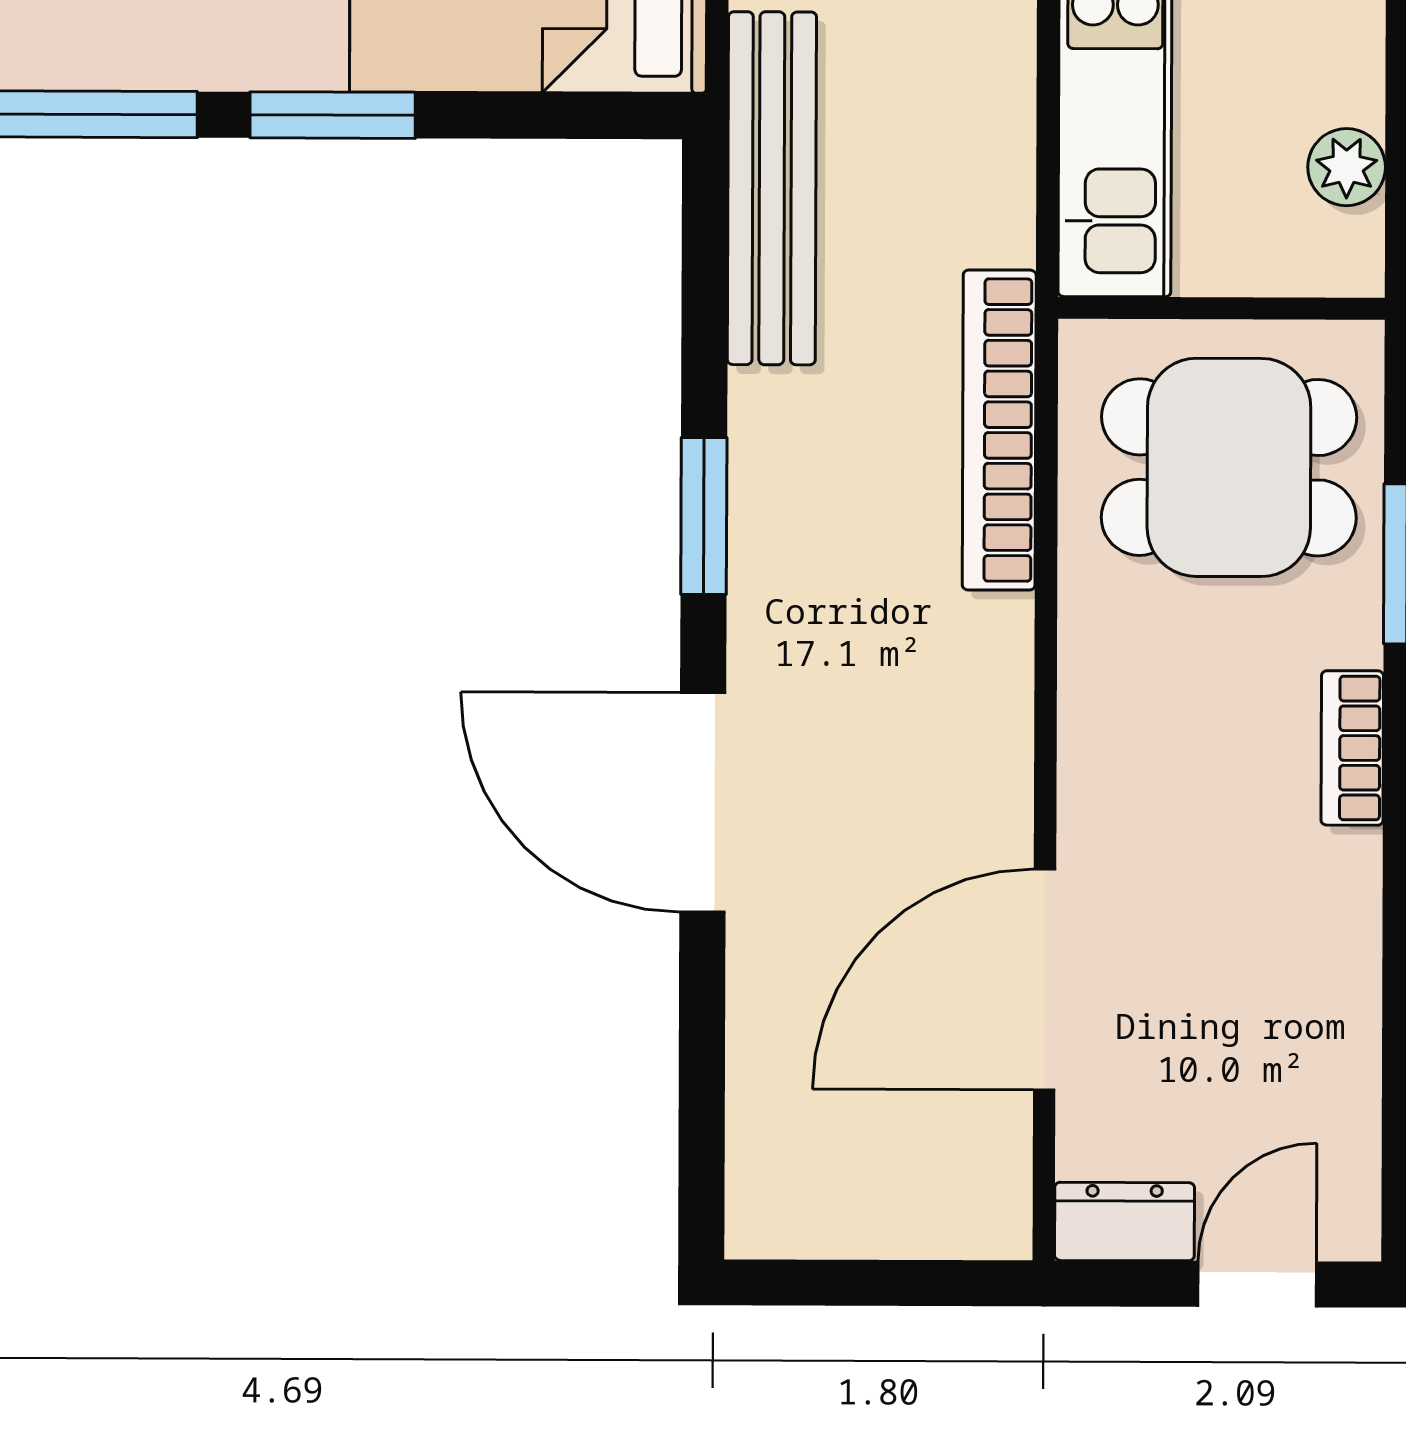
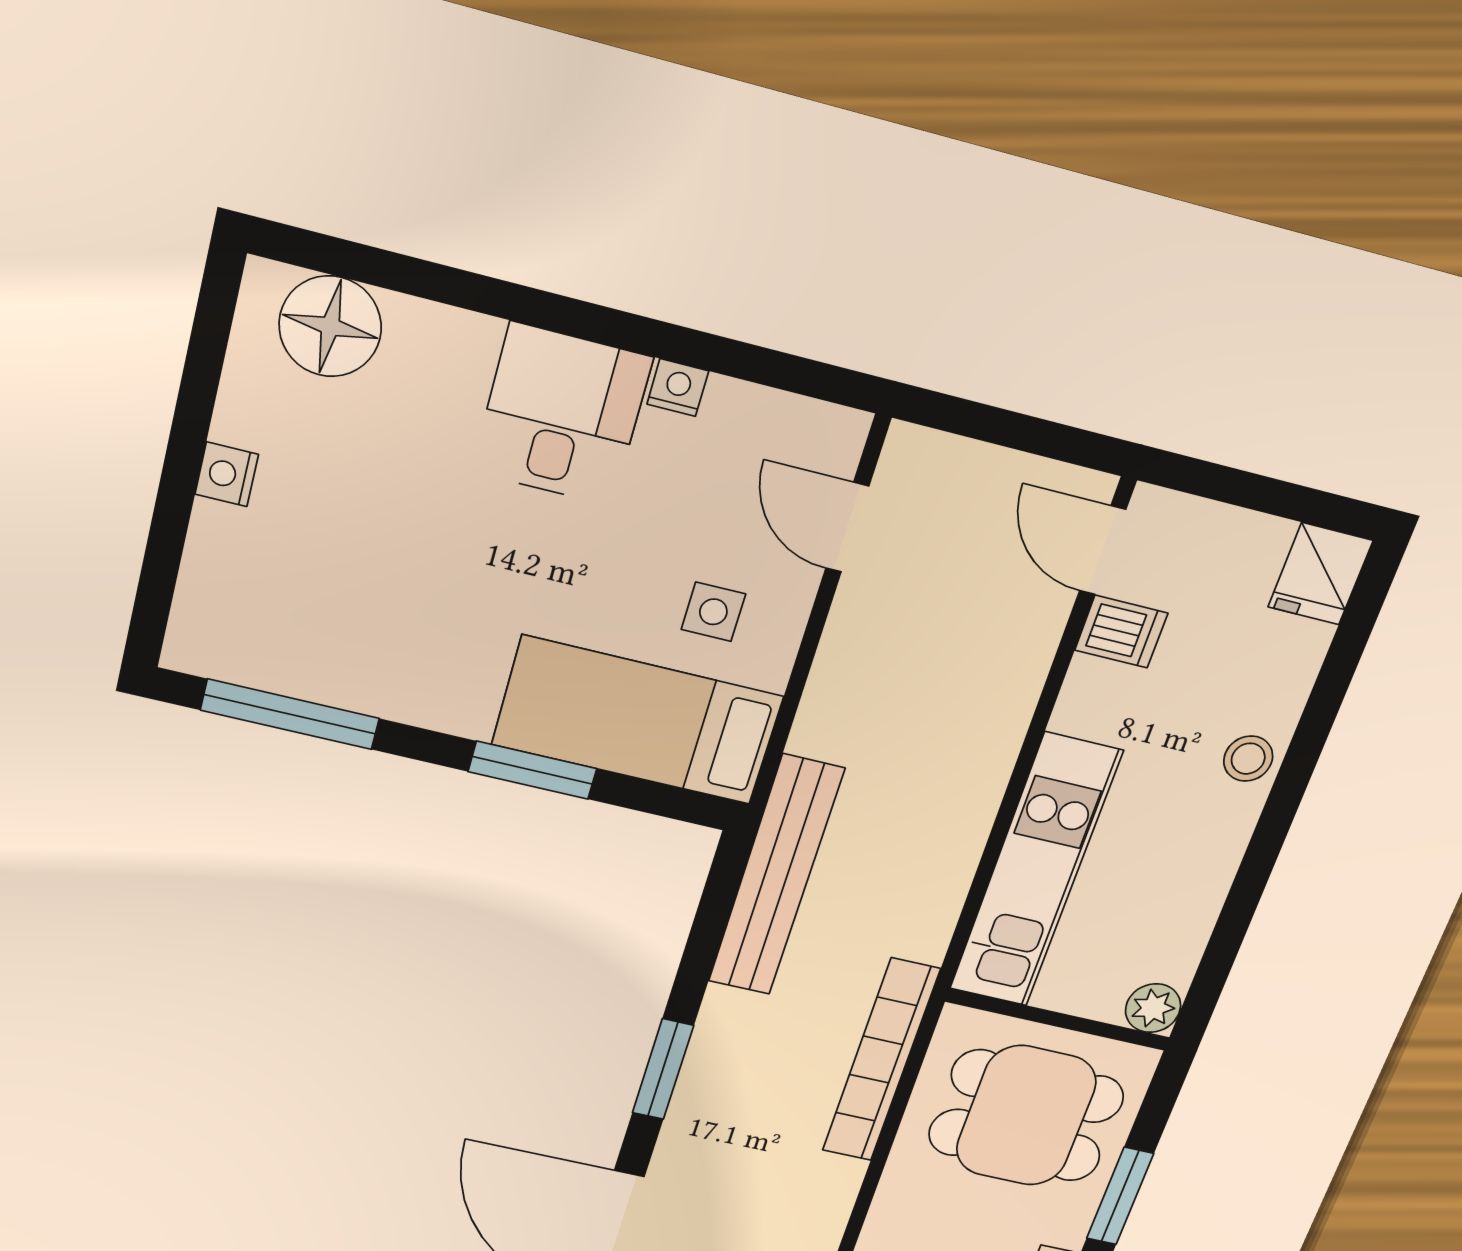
window: (333, 115) -> (532, 770), moved
plant: (1347, 167) -> (1153, 1008), moved

